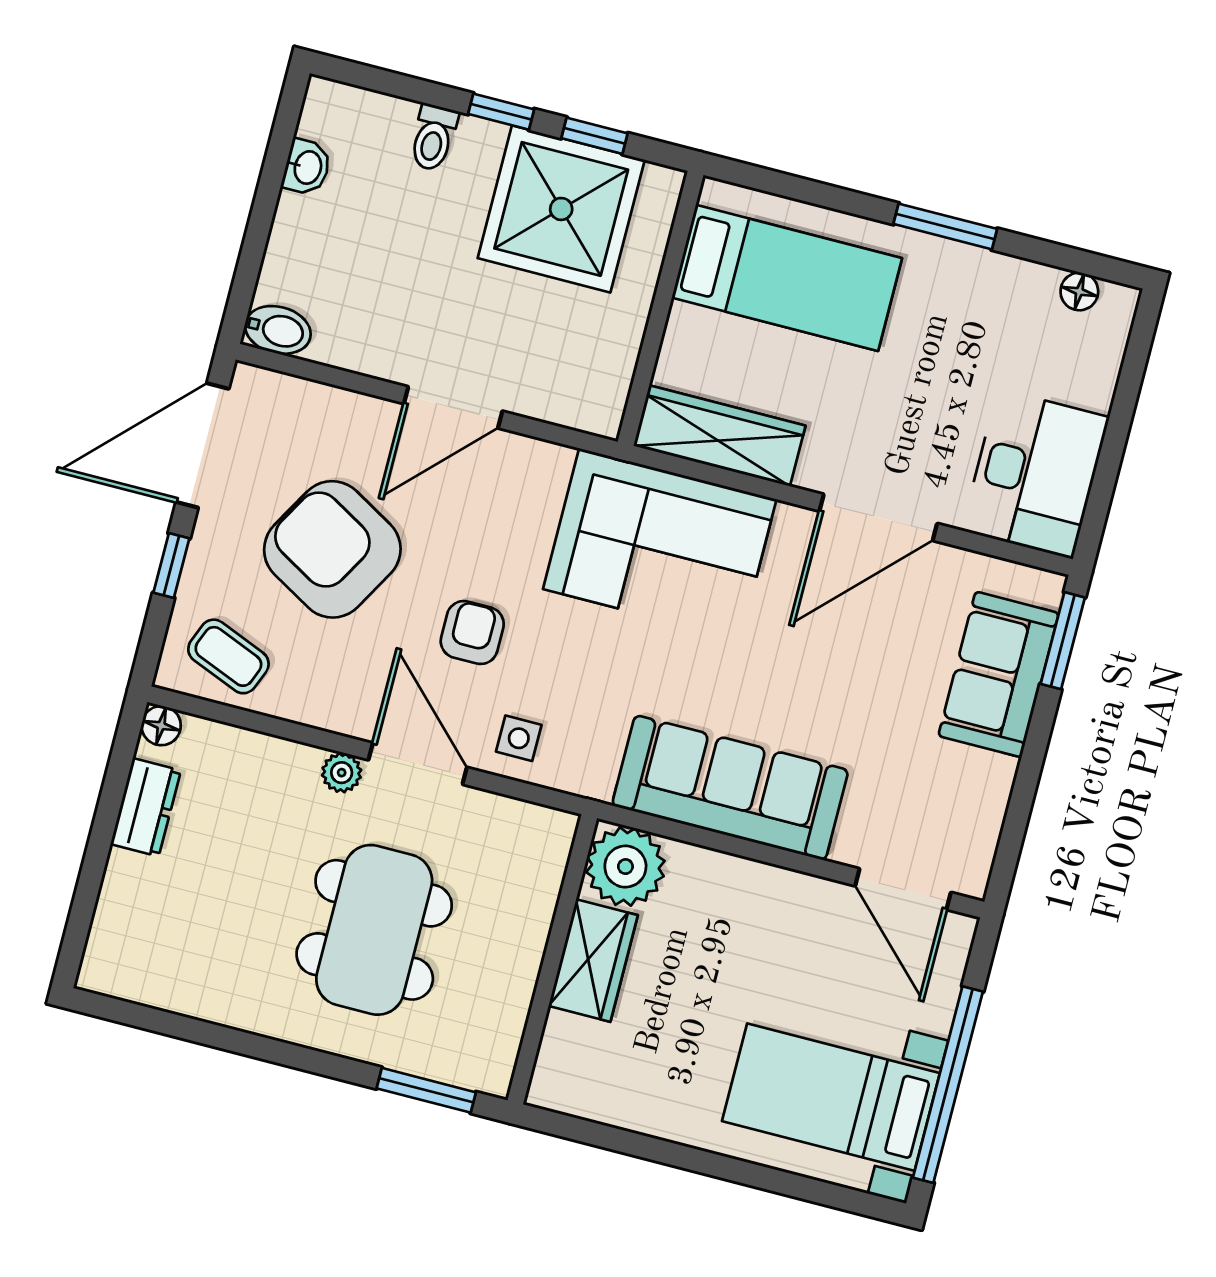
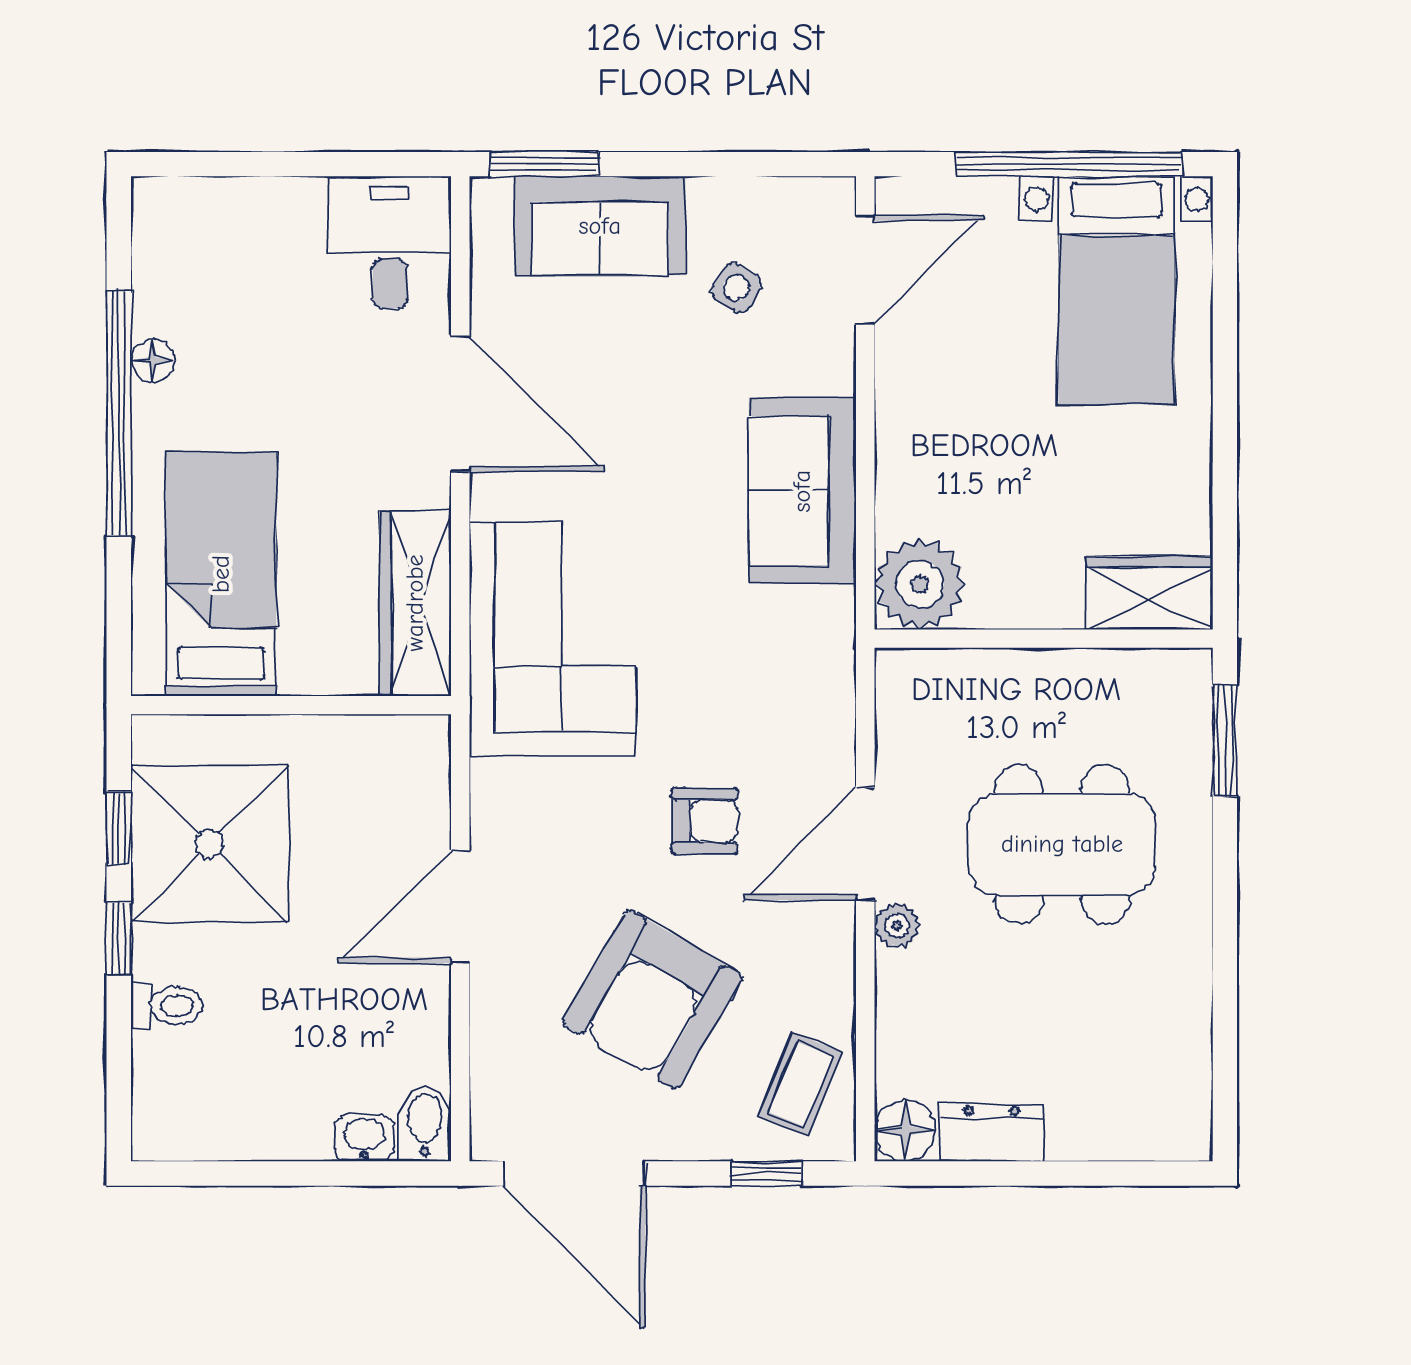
washbasin: (307, 167) -> (364, 1138), moved
window: (945, 226) -> (119, 413), width x2.11
floor lamp: (1079, 291) -> (152, 360), moved
door: (453, 407) -> (460, 907), swing flipped
desk: (1035, 474) -> (390, 242), width x0.73
window: (171, 566) -> (767, 1174), moved
armchair: (472, 633) -> (704, 821), turned 180
floor lamp: (161, 726) -> (905, 1131), width x1.37, depth x1.37
side table: (519, 738) -> (736, 288), moved, turned 32
sofa: (730, 788) -> (802, 491), width x0.73
wardrobe: (593, 961) -> (1150, 593), moved

